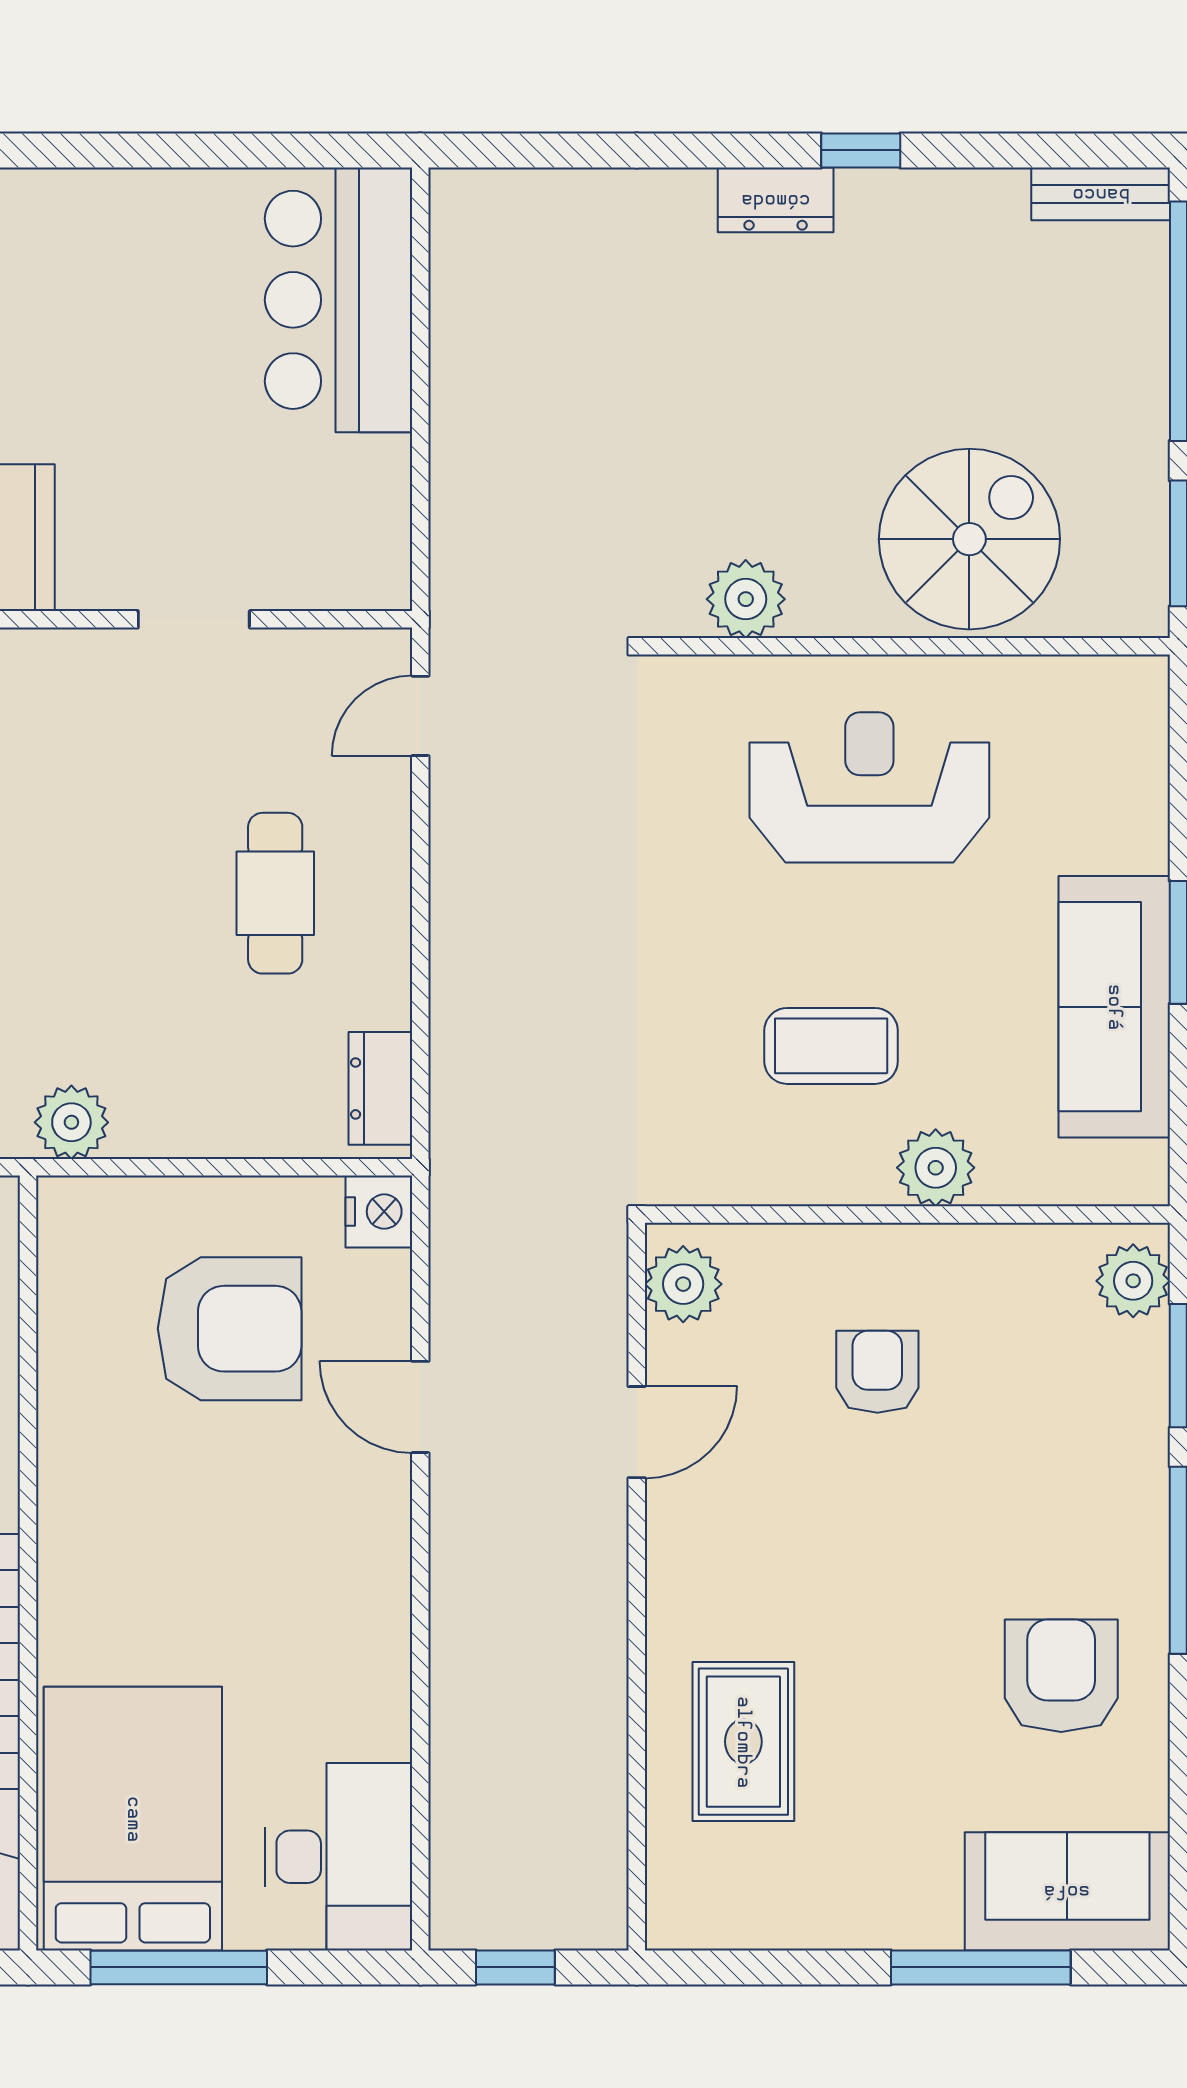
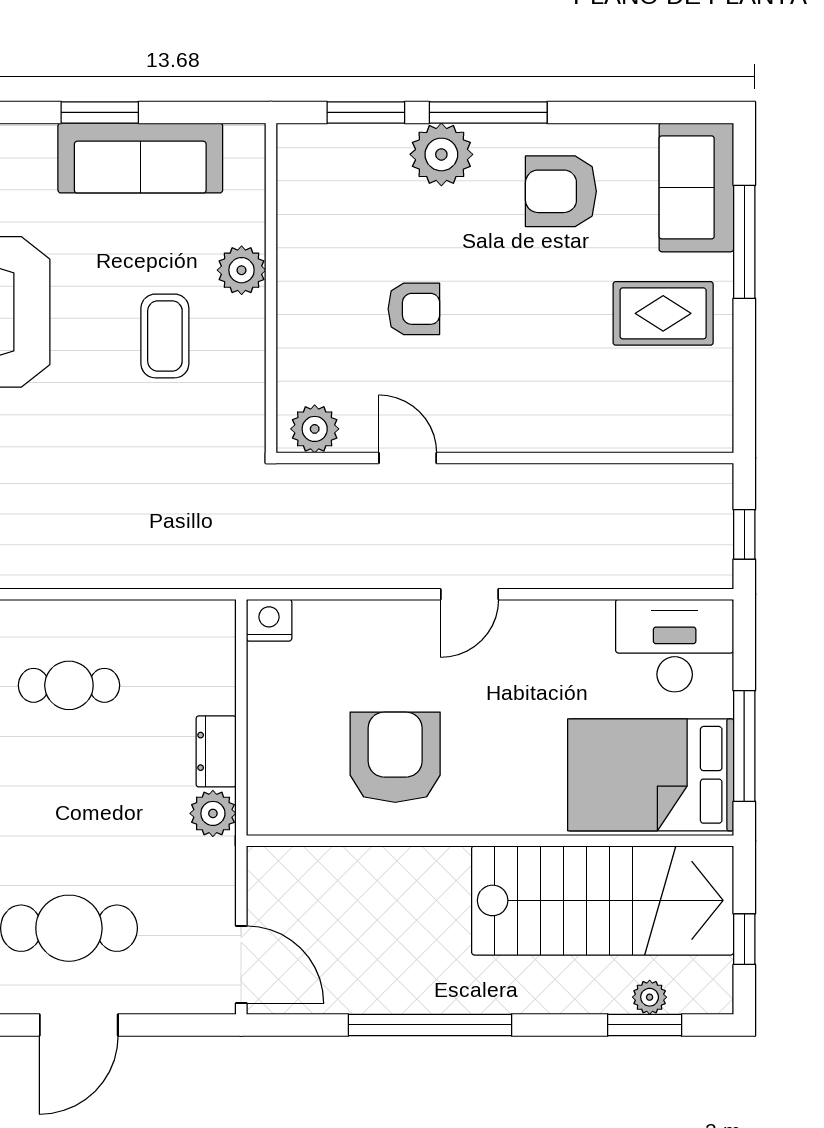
dresser: (380, 1088) -> (216, 751), moved, turned 90
plant: (1133, 1281) -> (441, 154), moved, width x1.36, depth x1.36
armchair: (230, 1329) -> (395, 757), moved
armchair: (877, 1372) -> (414, 309), moved, turned 180
door: (420, 1407) -> (470, 594), moved
rug: (743, 1742) -> (663, 313), moved

